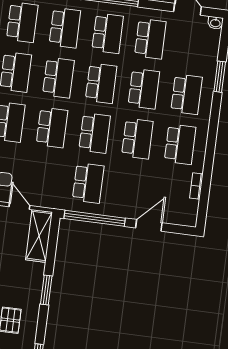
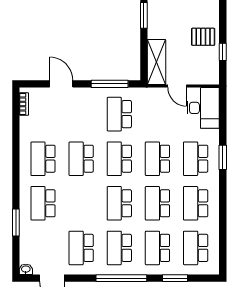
school desk: (144, 89) -> (81, 203), removed
bookcase: (196, 186) -> (24, 104), moved
window: (95, 218) -> (110, 84), width x0.68
door: (149, 225) -> (61, 84), swing flipped

